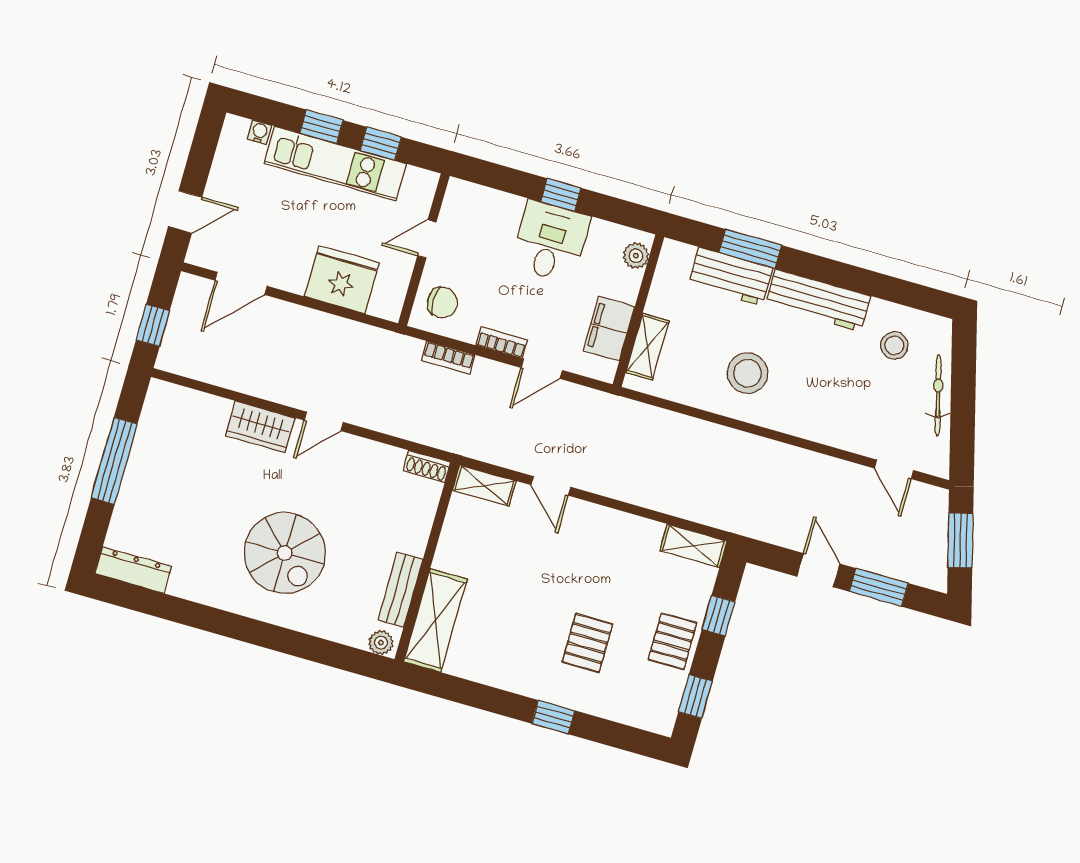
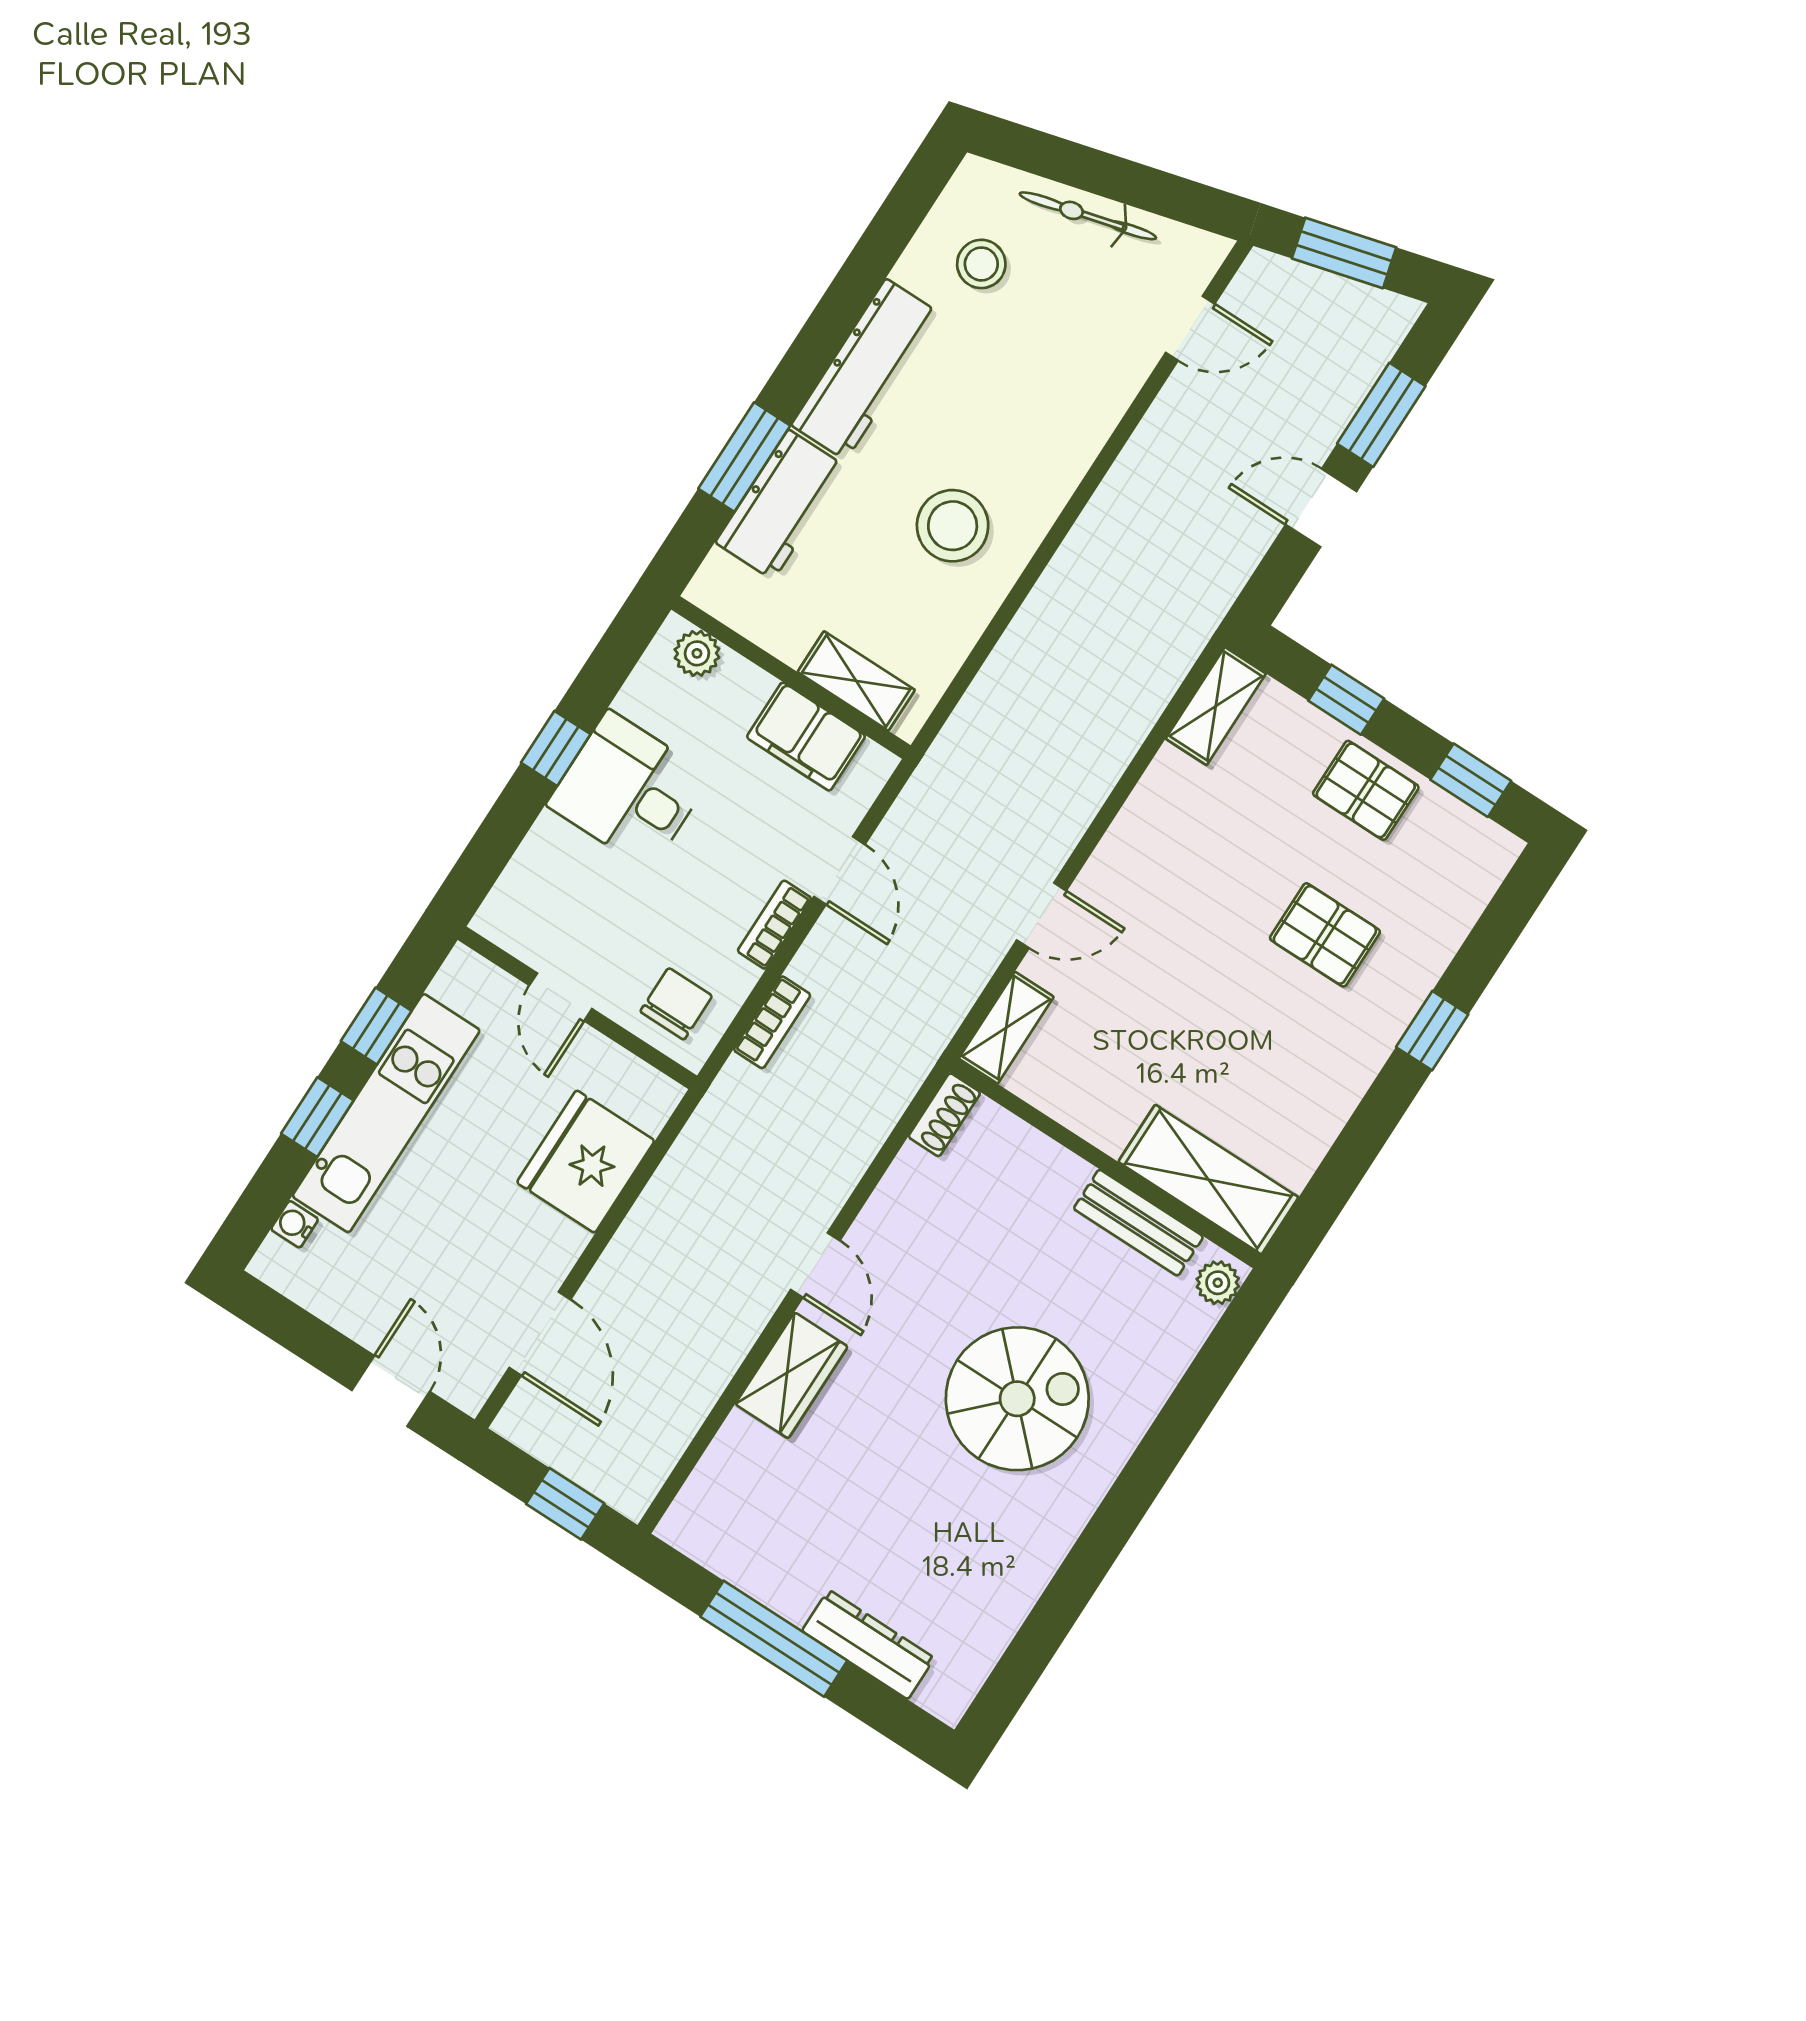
dresser: (133, 570) -> (868, 1644), moved, turned 90

